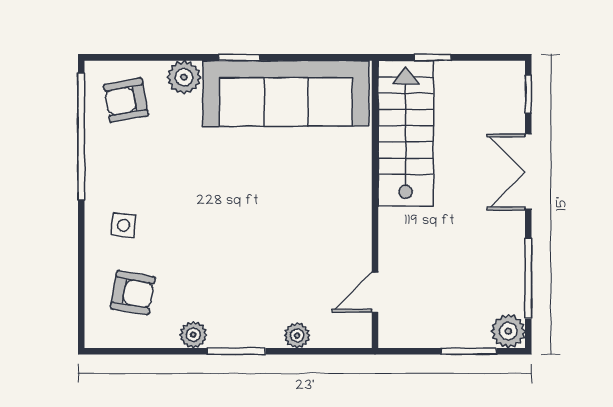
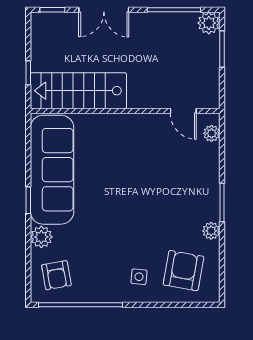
armchair: (133, 293) -> (183, 271), width x1.38, depth x1.38
plant: (297, 335) -> (212, 133), moved

